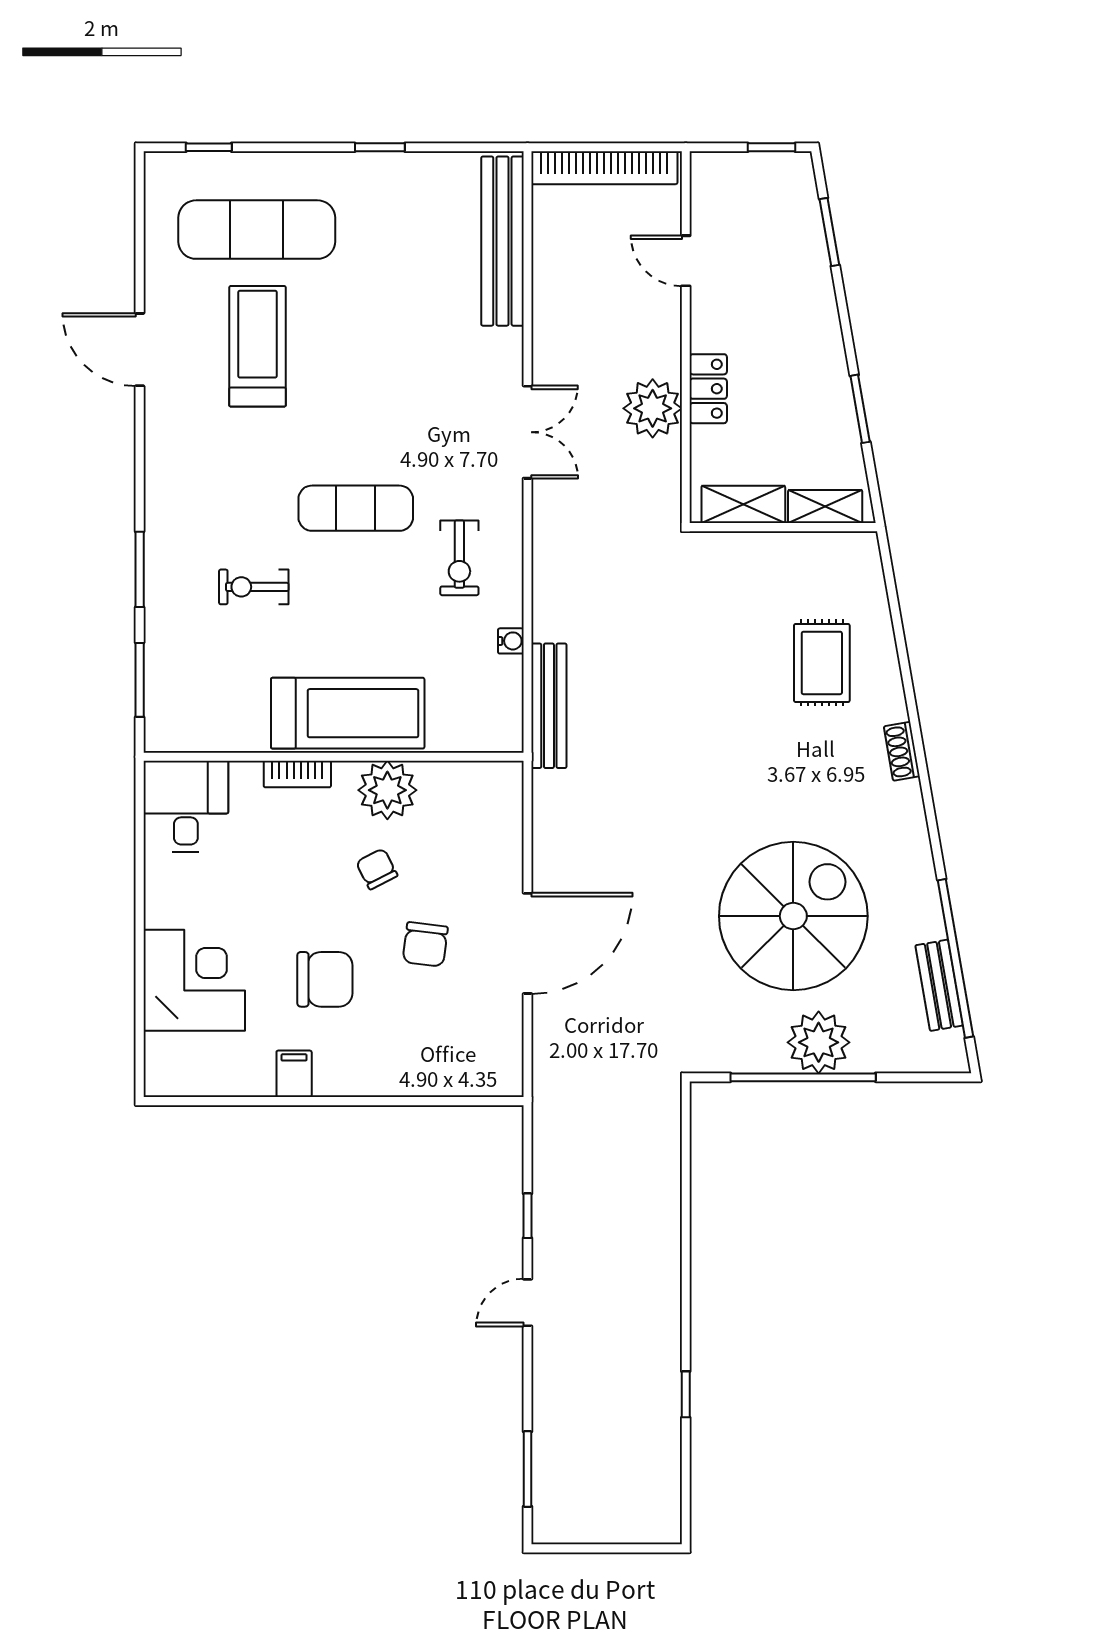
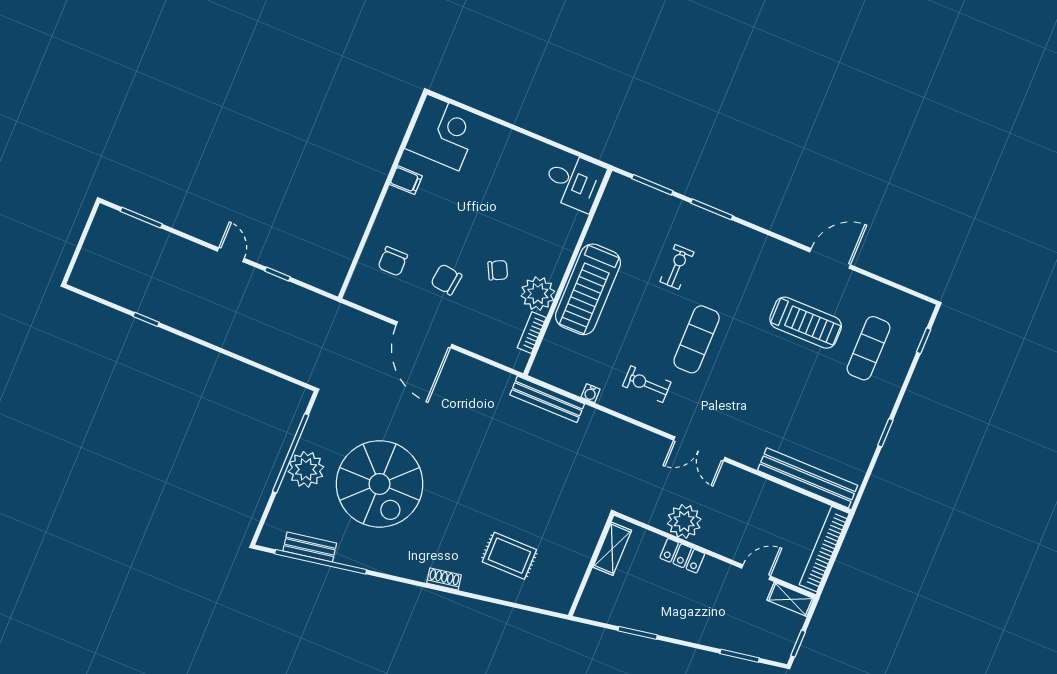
exercise mat: (257, 230) -> (869, 348), width x0.73, depth x0.69
shelving: (825, 507) -> (791, 599), moved, turned 90
bookcase: (297, 774) -> (532, 333), moved
chair: (325, 979) -> (393, 261), moved, width x0.73, depth x0.73
corner desk: (194, 980) -> (443, 133), moved, turned -90

